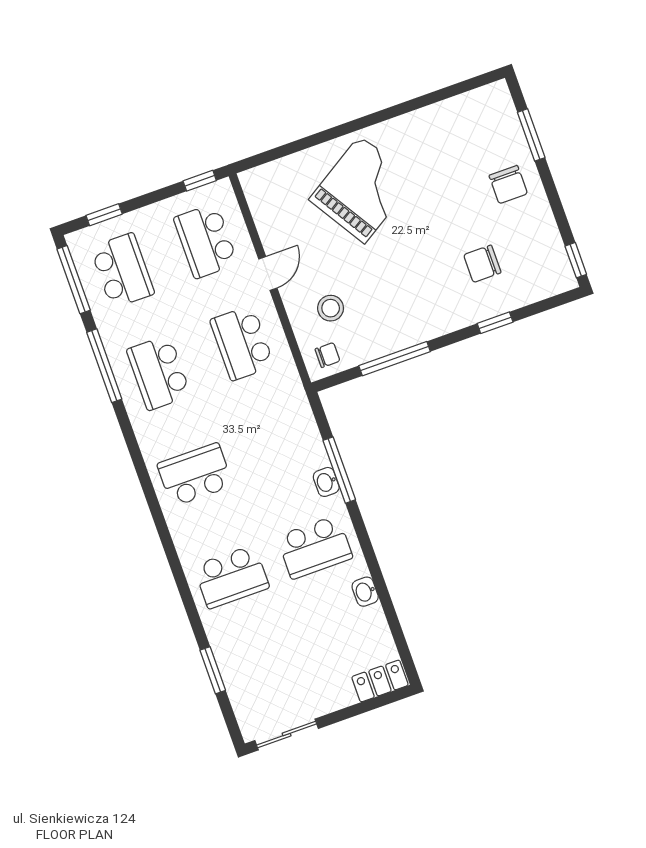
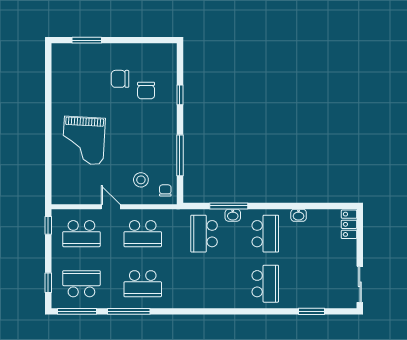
chair: (508, 184) -> (120, 79), moved, turned 180
grand piano: (362, 189) -> (84, 140), turned -145
window: (576, 260) -> (162, 40), removed
school desk: (195, 475) -> (204, 234), moved

